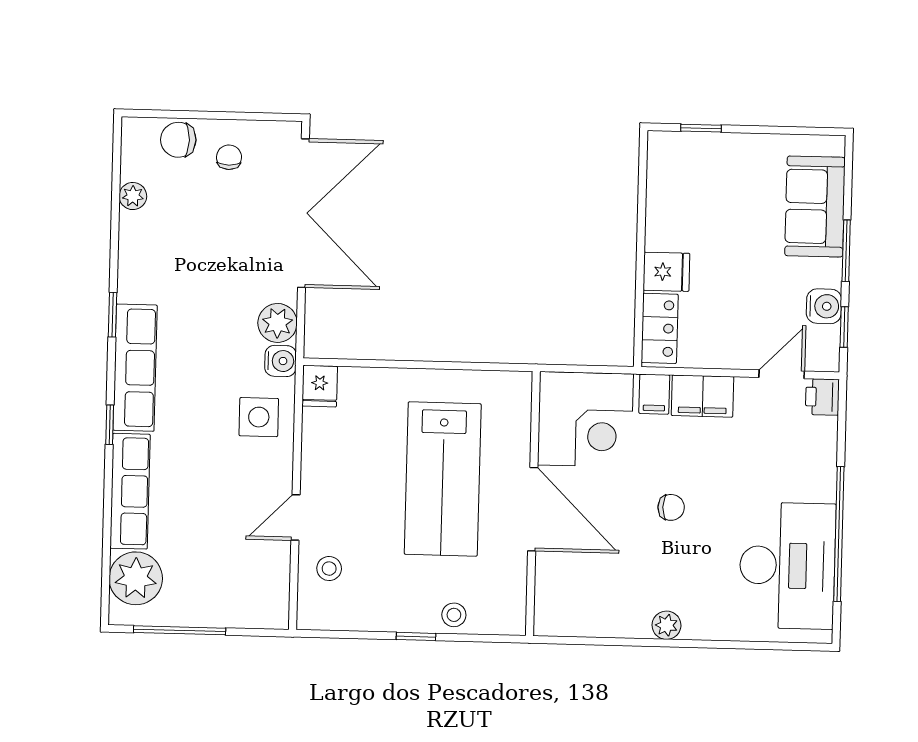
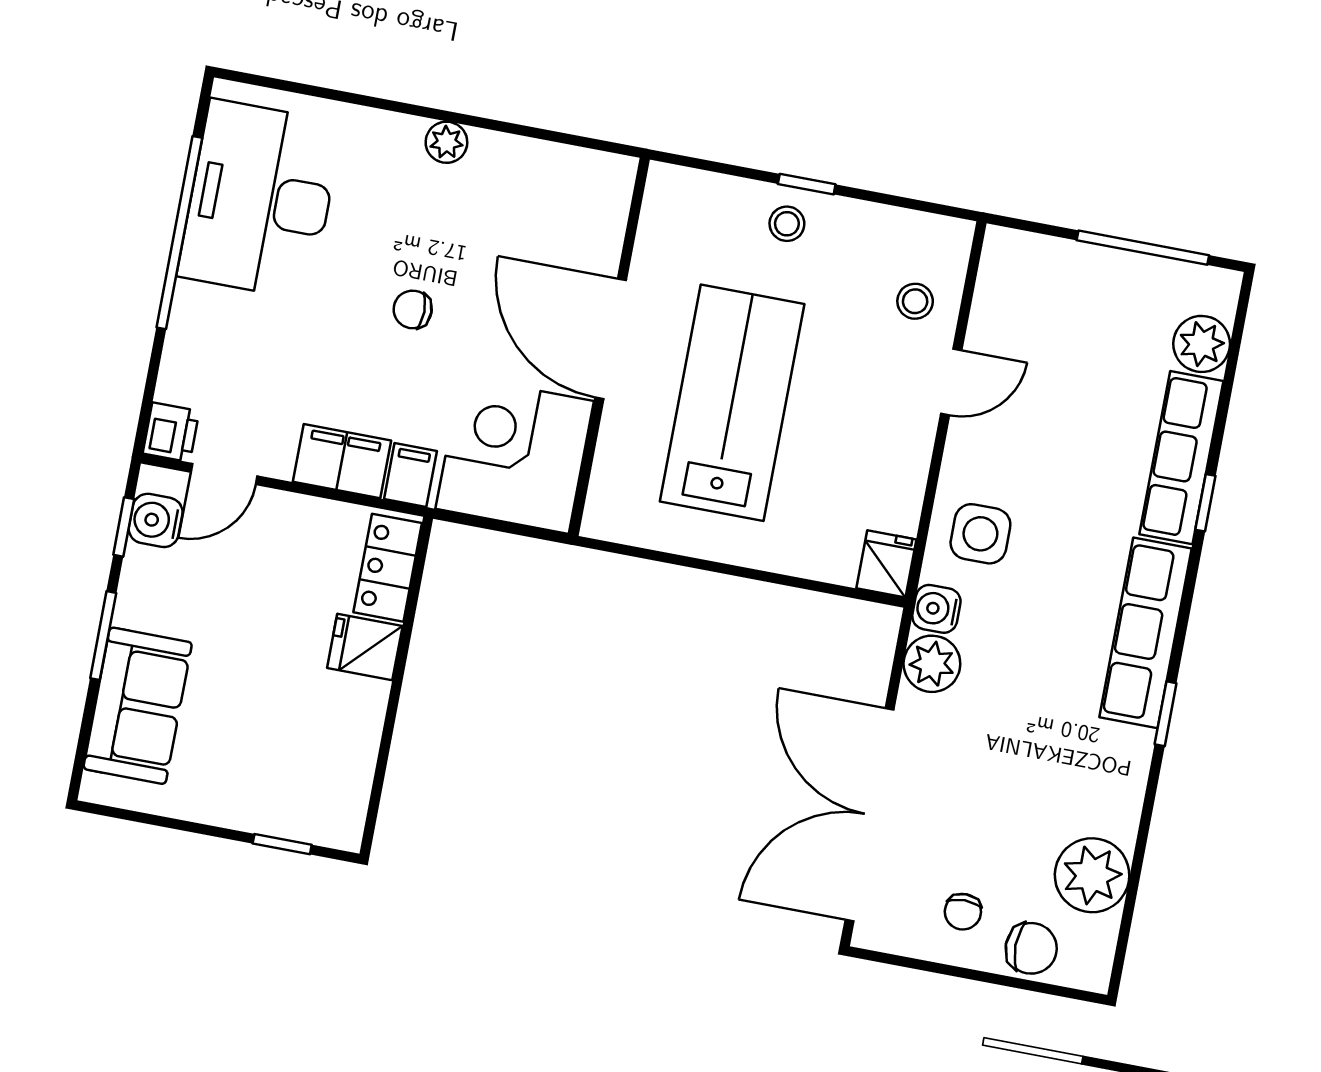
plant: (133, 196) -> (1092, 875), width x1.88, depth x1.88
water cooler: (824, 306) -> (156, 520), moved
window: (110, 425) -> (1205, 503), moved
plant: (136, 578) -> (1202, 344), width x0.73, depth x0.73
stool: (454, 615) -> (787, 224), moved

